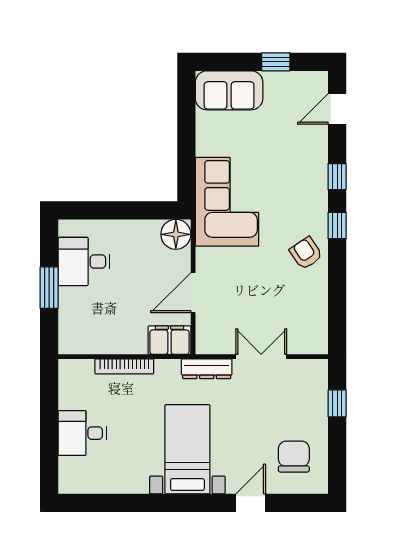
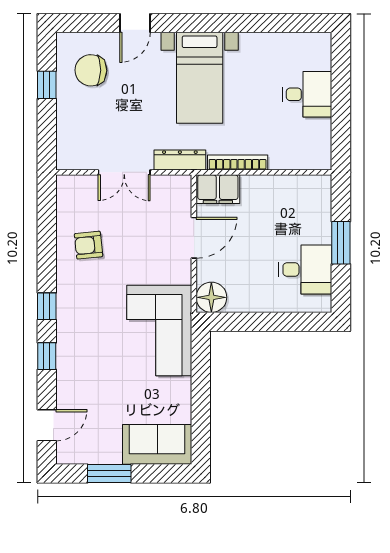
window: (276, 62) -> (109, 473), width x1.50
armchair: (306, 253) -> (89, 245), moved, turned 118
bookcase: (124, 366) -> (238, 162), moved
window: (337, 403) -> (47, 85), moved
chair: (294, 457) -> (91, 70), turned 91

